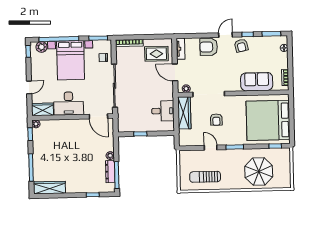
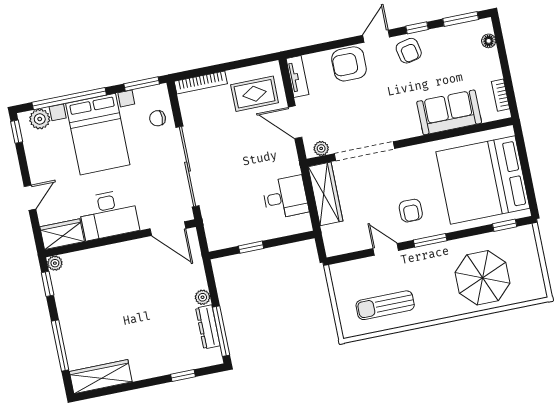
armchair: (216, 120) -> (411, 211), moved

